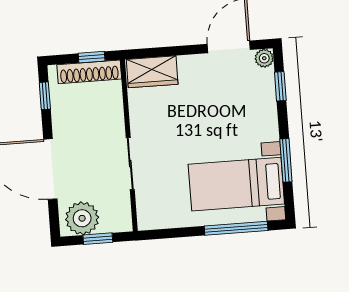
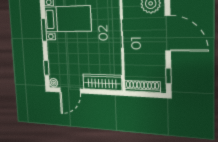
window: (92, 57) -> (141, 94), removed
wardrobe: (152, 72) -> (102, 82), width x1.50

